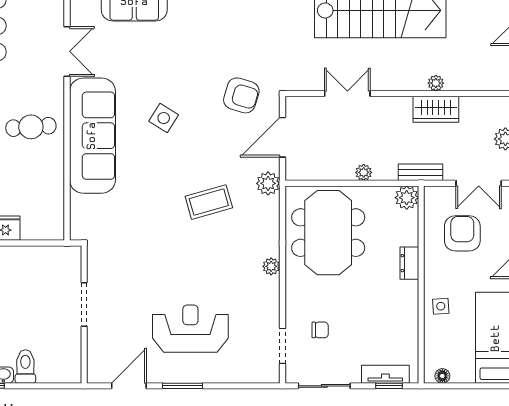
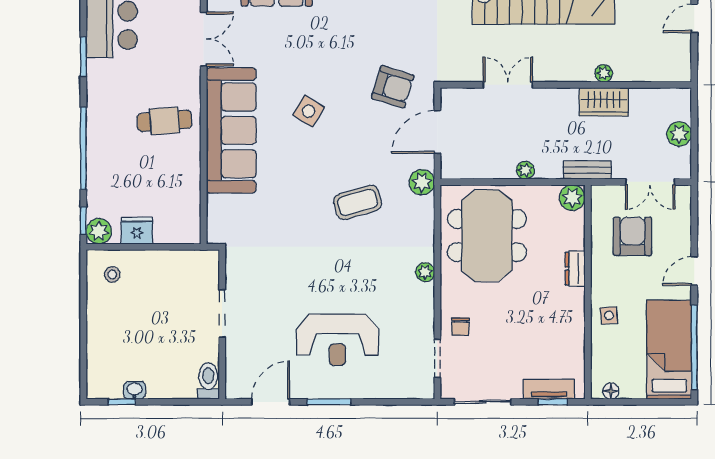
reception desk: (190, 329) -> (338, 340), turned 180
chair: (320, 330) -> (460, 327), moved, turned 90
toilet: (25, 366) -> (208, 381), moved

